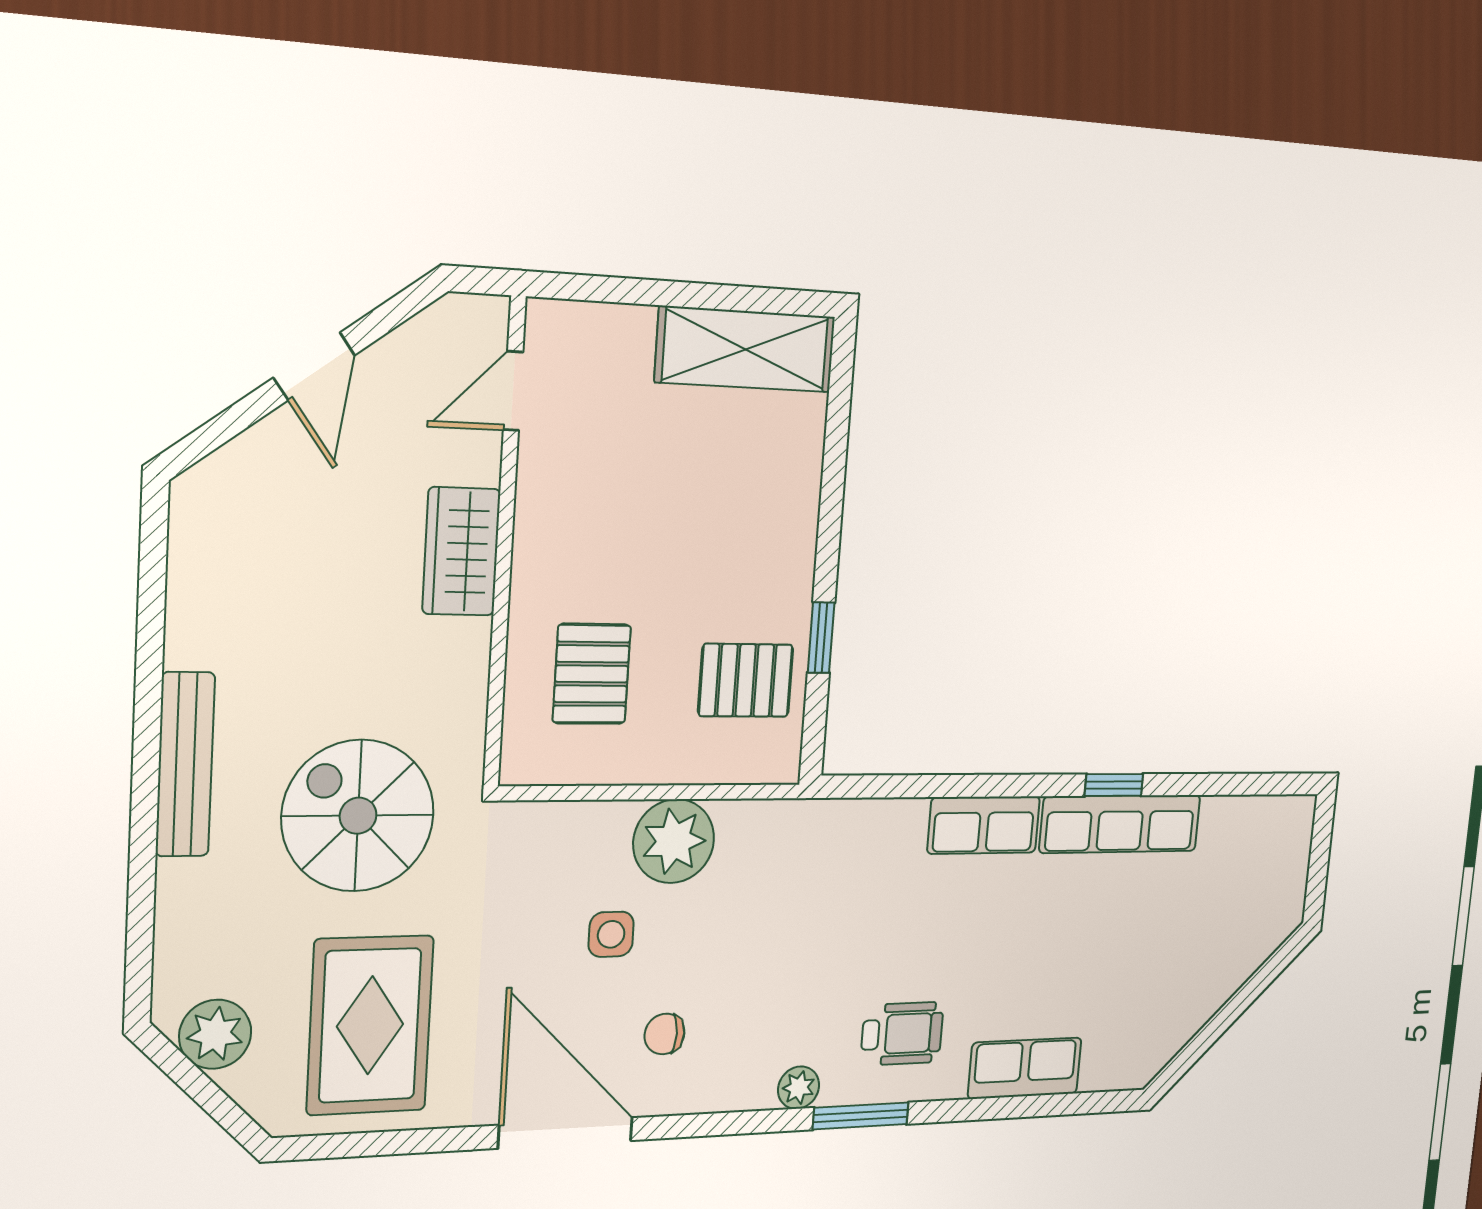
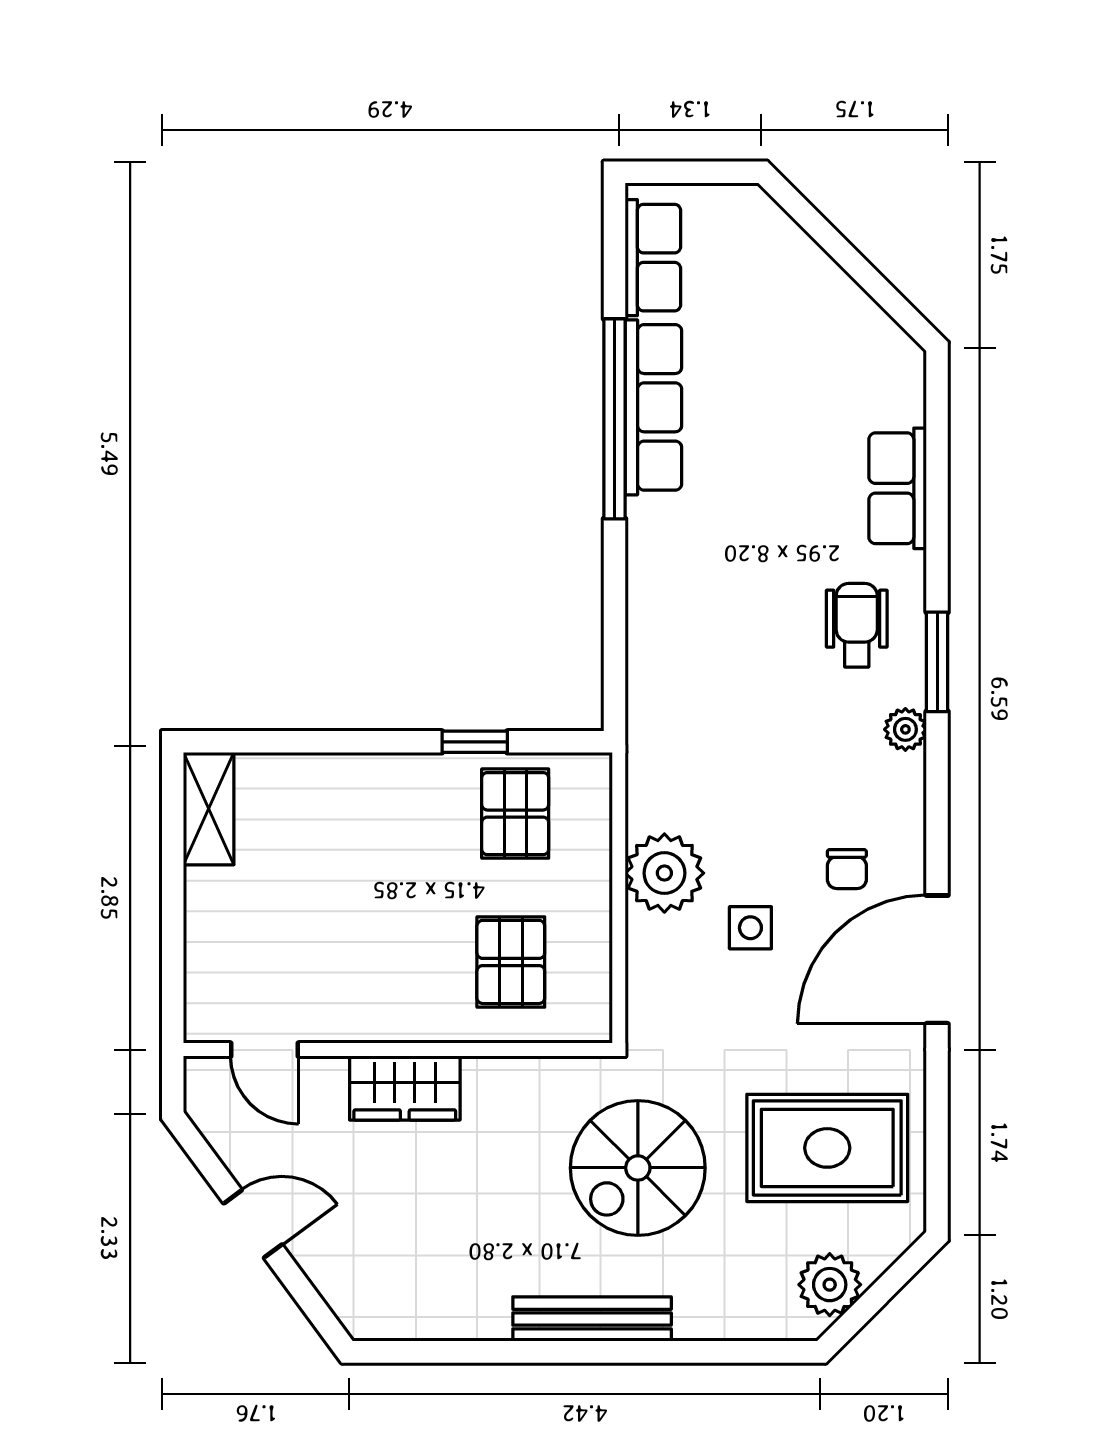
shelving: (745, 349) -> (209, 809), width x0.67, depth x0.75
pallet: (592, 674) -> (511, 962), turned 90
window: (1114, 785) -> (615, 419), width x3.17
row of seats: (984, 825) -> (653, 258), moved

